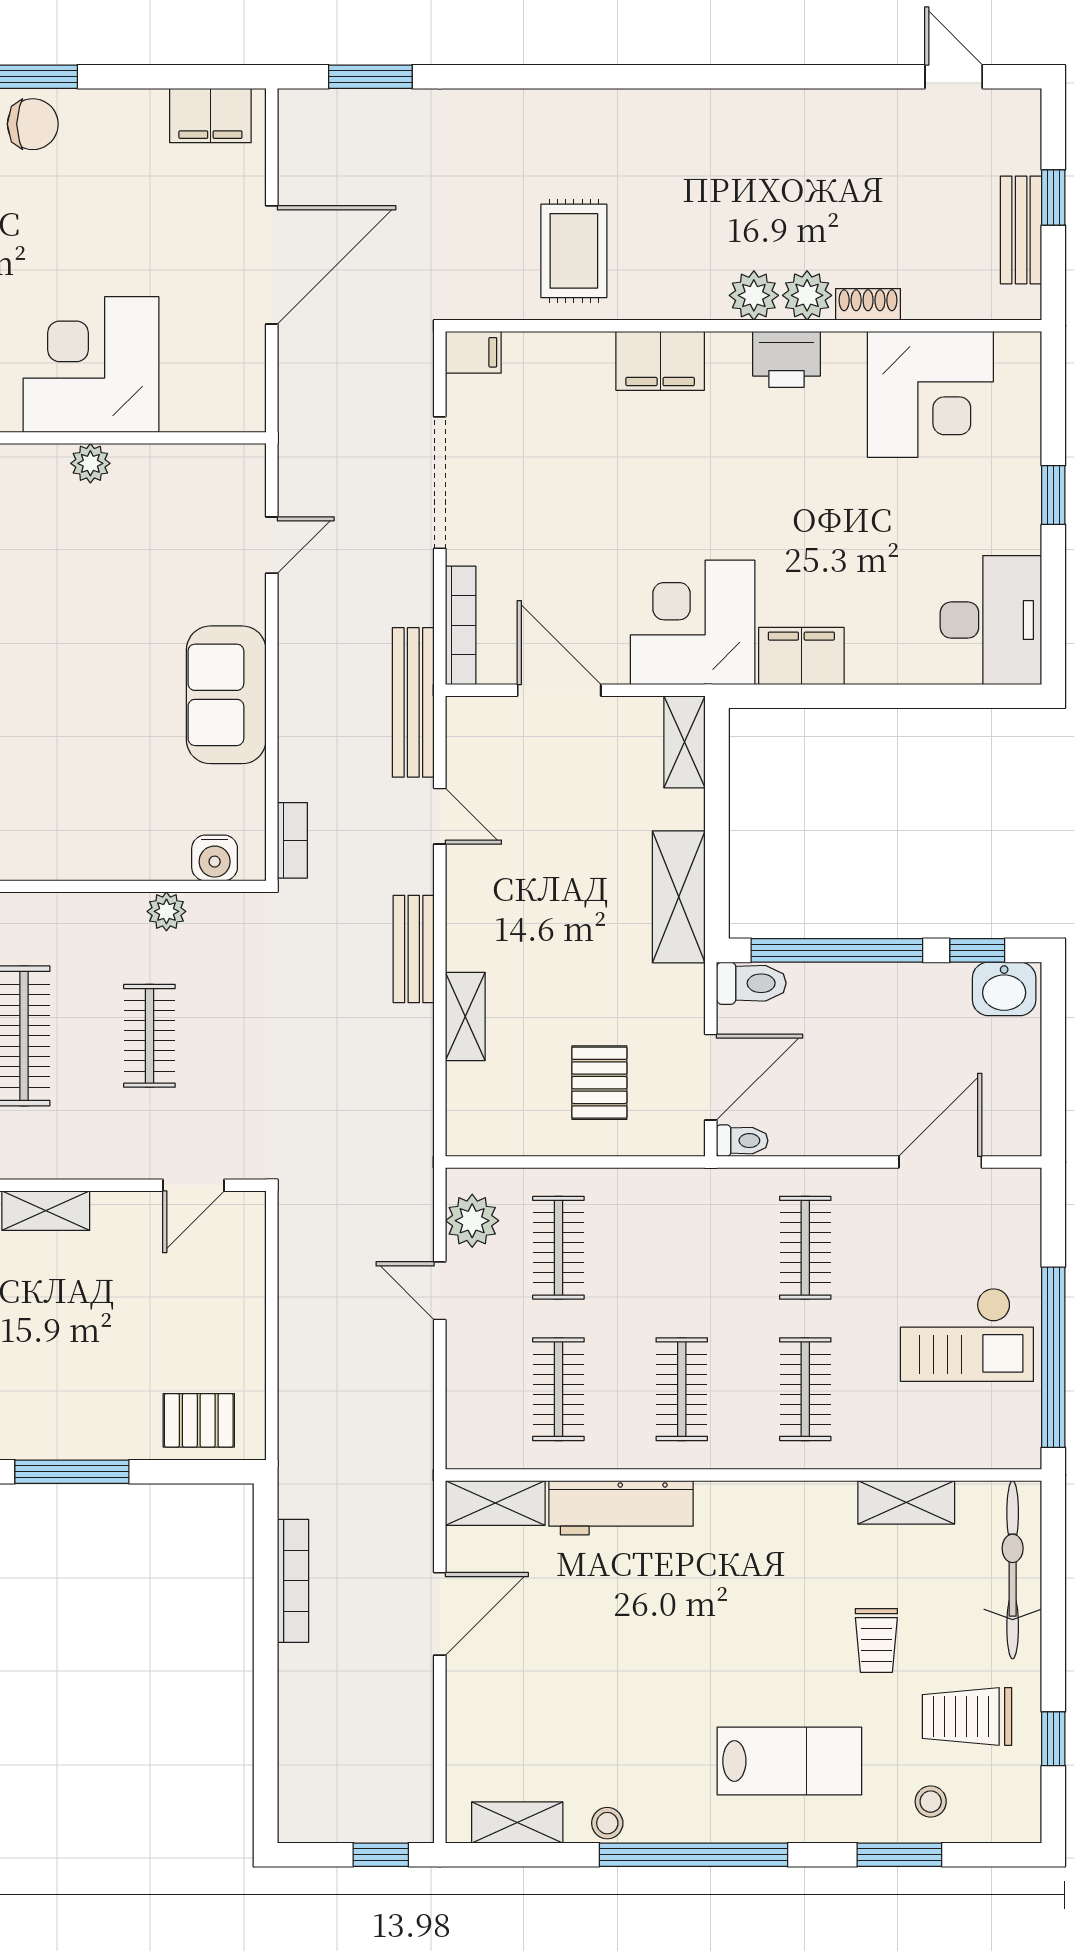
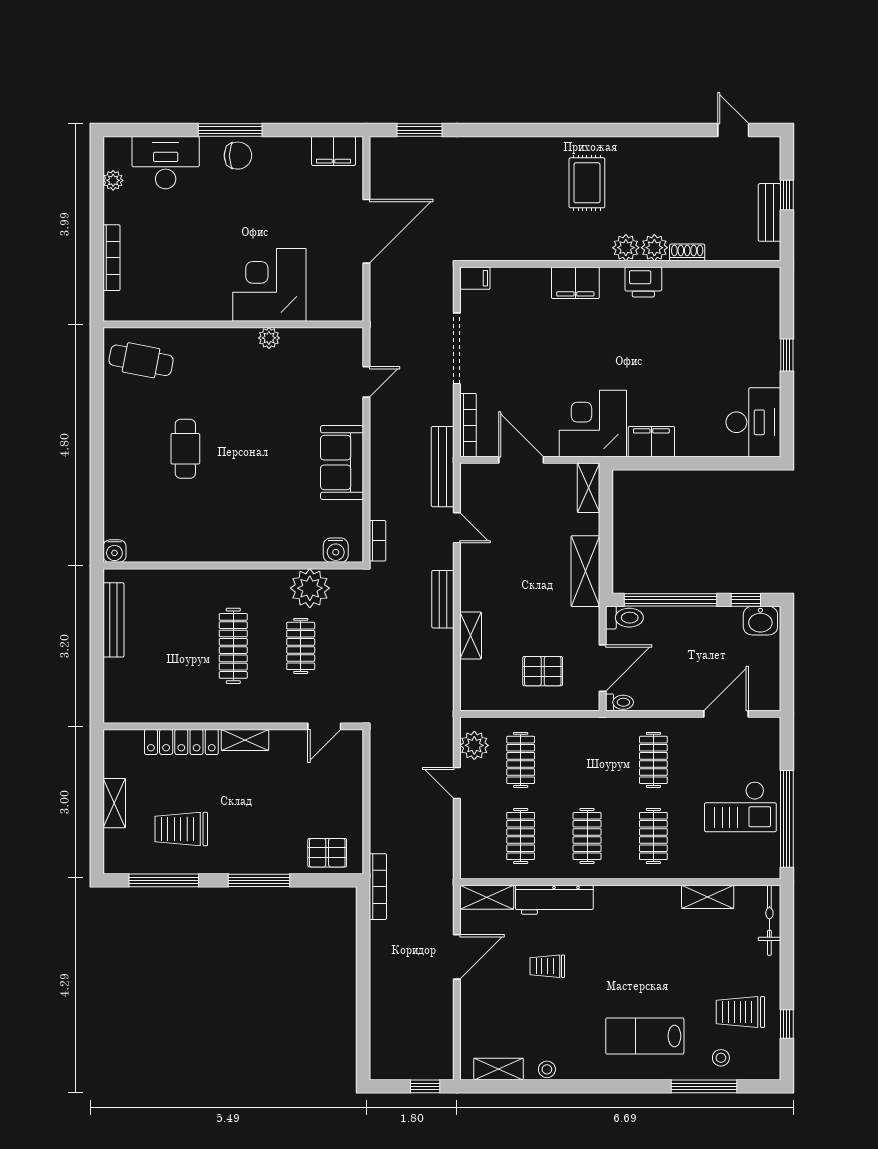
rug: (574, 251) -> (587, 183), moved
corner desk: (930, 394) -> (721, 301), removed
plant: (166, 911) -> (310, 588), width x1.88, depth x1.88
pallet: (599, 1083) -> (543, 671), turned 90
bicycle: (1013, 1570) -> (769, 920), width x0.73, depth x0.71
bookcase: (293, 1581) -> (378, 887), moved
trolley: (876, 1640) -> (547, 966), moved, turned 90
lab bench: (789, 1761) -> (645, 1036), turned 180
window: (694, 1855) -> (593, 1086), removed
window: (899, 1855) -> (704, 1086), width x1.44

